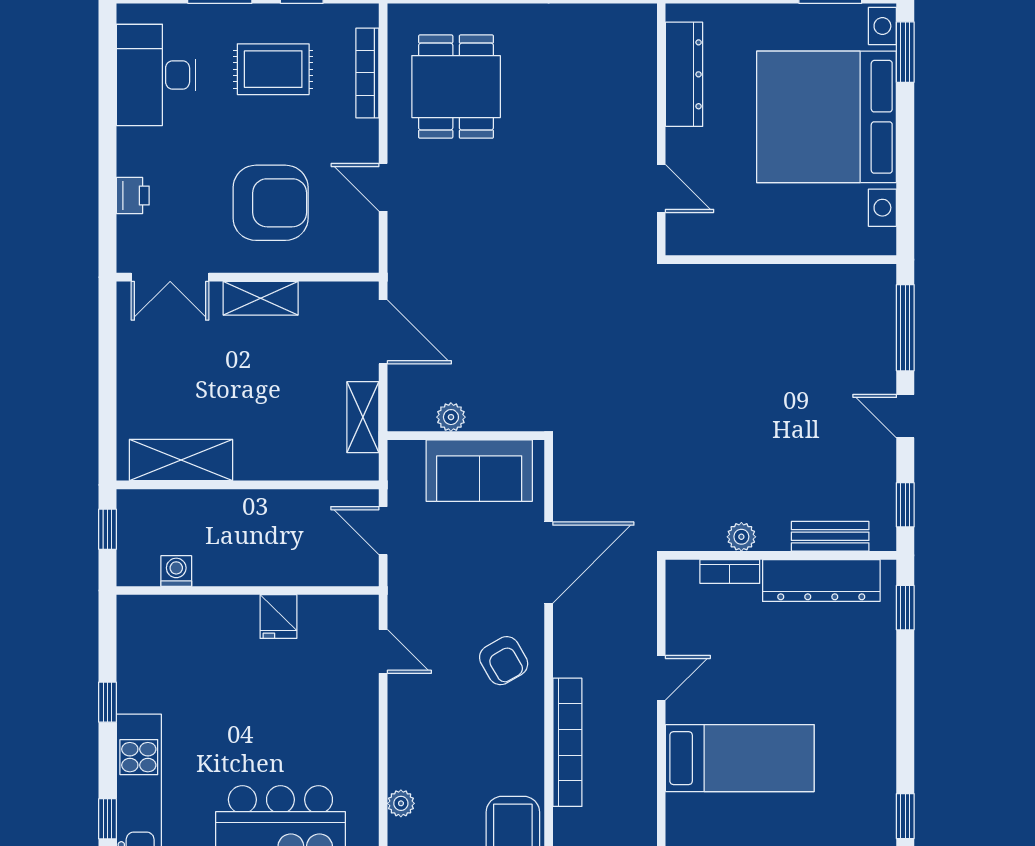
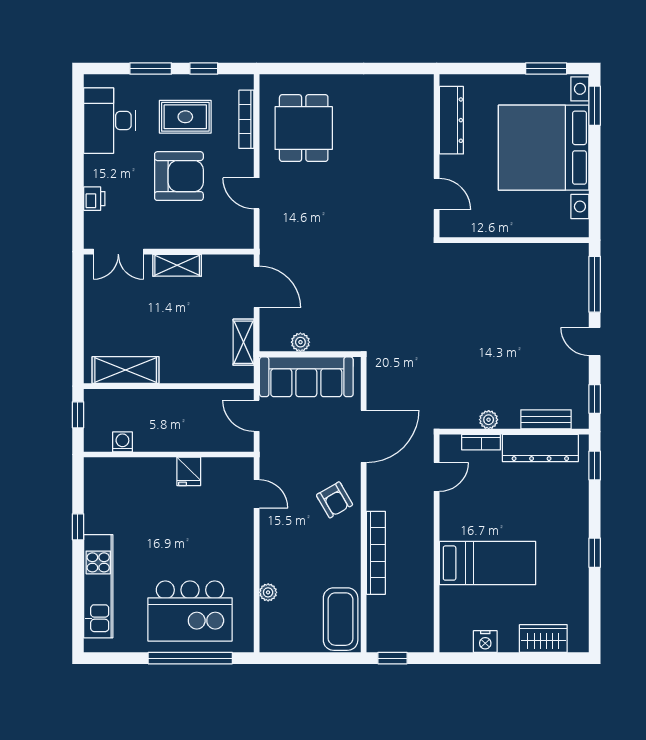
armchair: (271, 203) -> (179, 176), moved
sofa: (479, 471) -> (306, 377), width x1.36
door: (661, 678) -> (437, 477), moved
window: (905, 816) -> (595, 553), moved
window: (108, 819) -> (78, 602), removed

